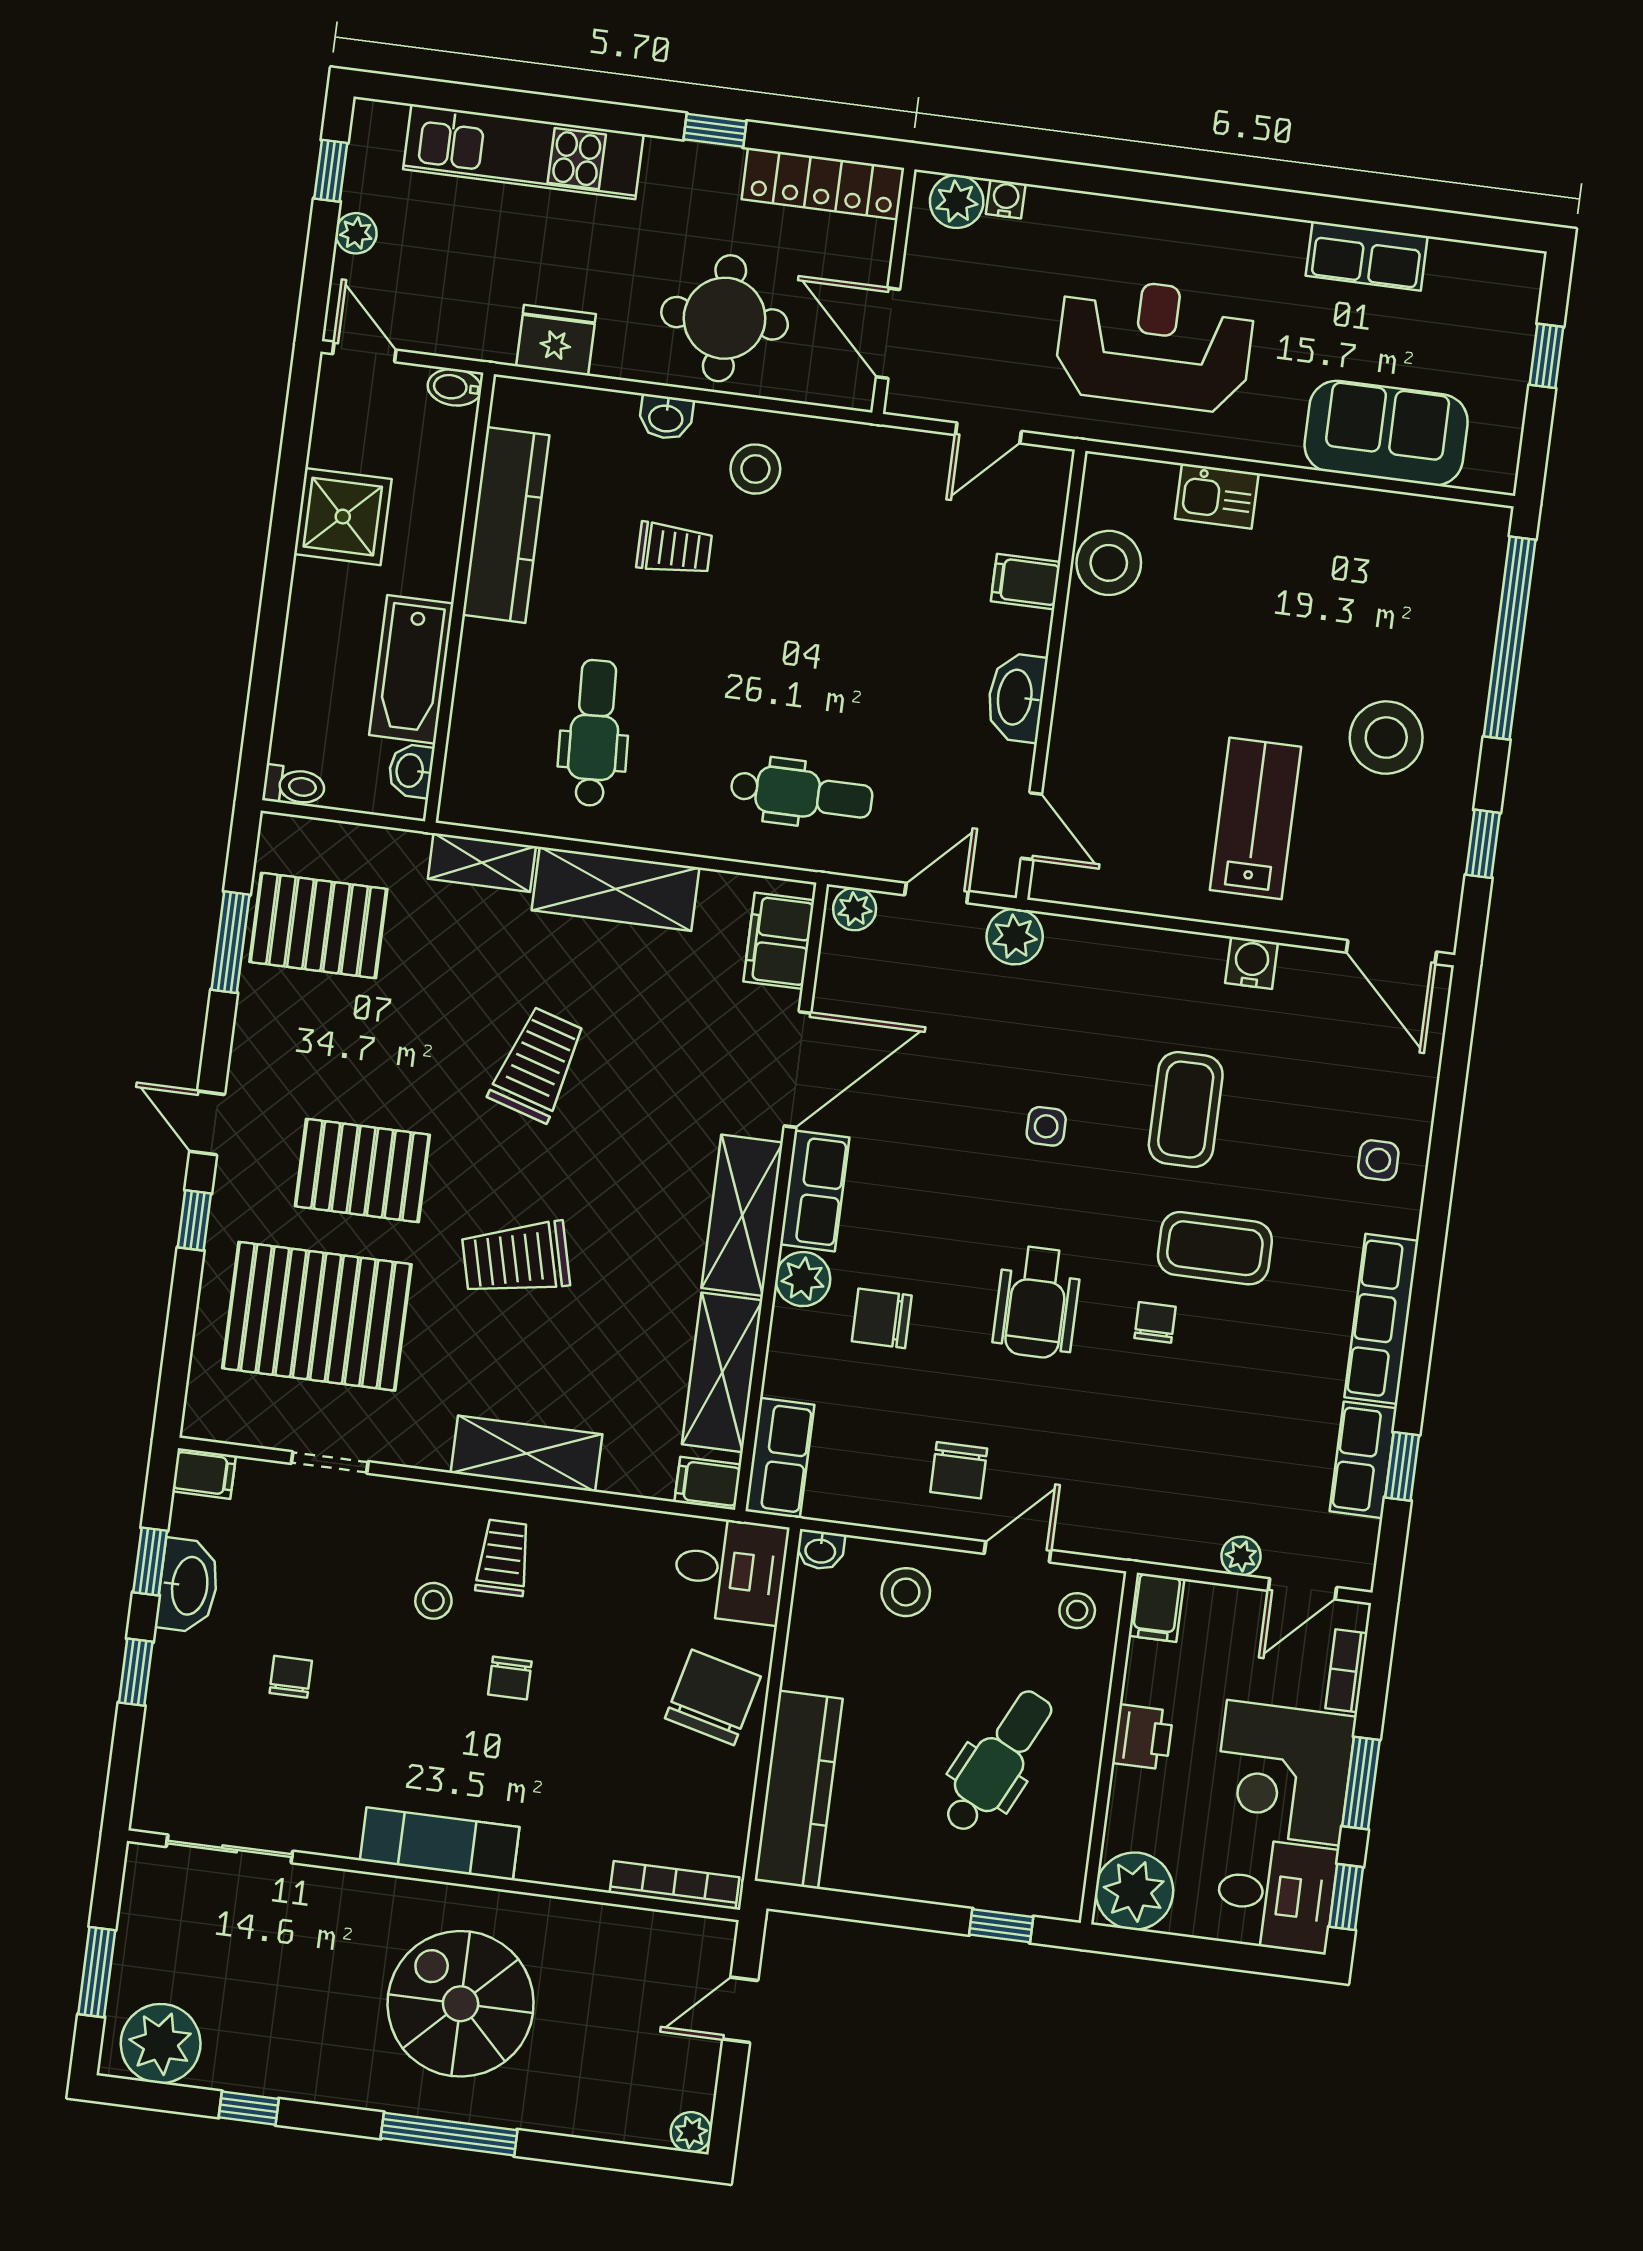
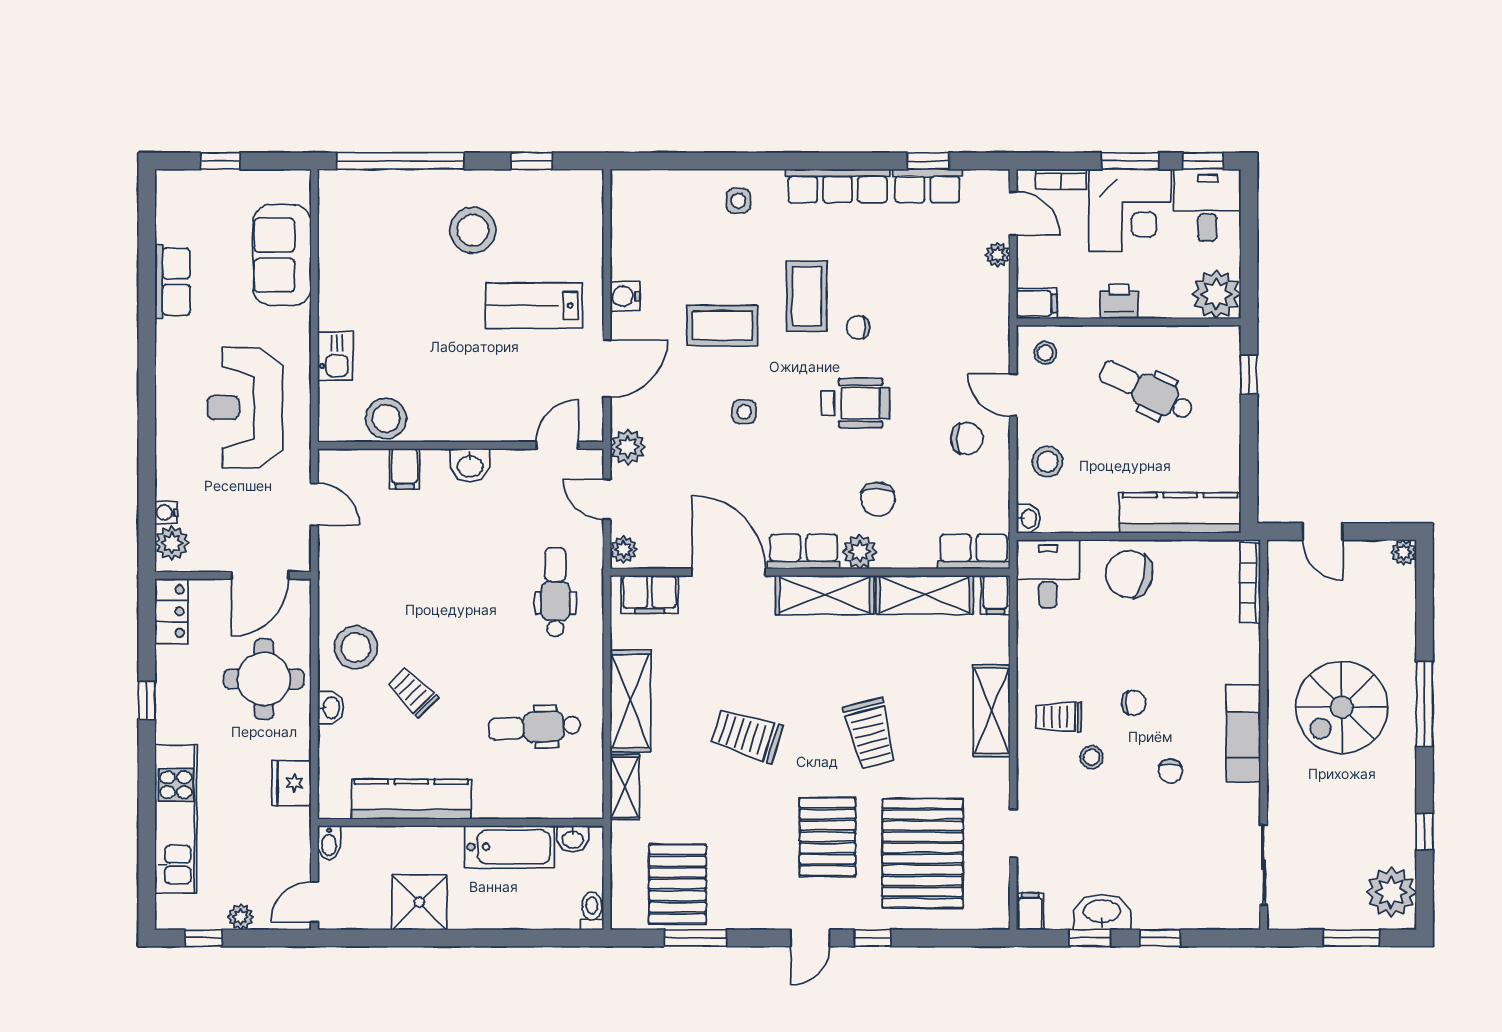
locker: (823, 184) -> (171, 611), width x0.66
stool: (755, 469) -> (356, 647), width x1.38, depth x1.38
trolley: (674, 549) -> (412, 692), turned -45
washbasin: (1016, 697) -> (470, 465), width x0.72
door: (1391, 952) -> (607, 369), moved
chair: (291, 1677) -> (1170, 771), moved, turned -90

